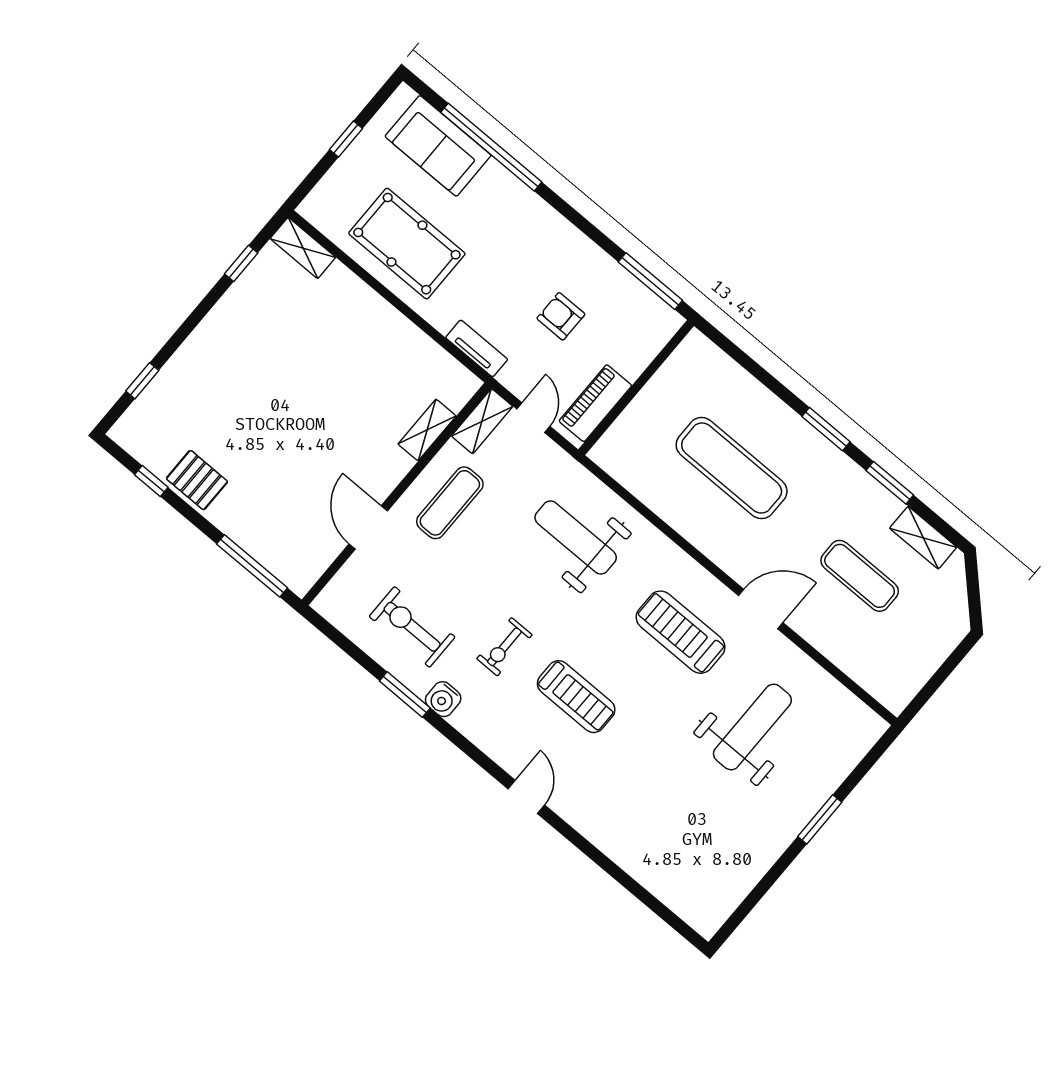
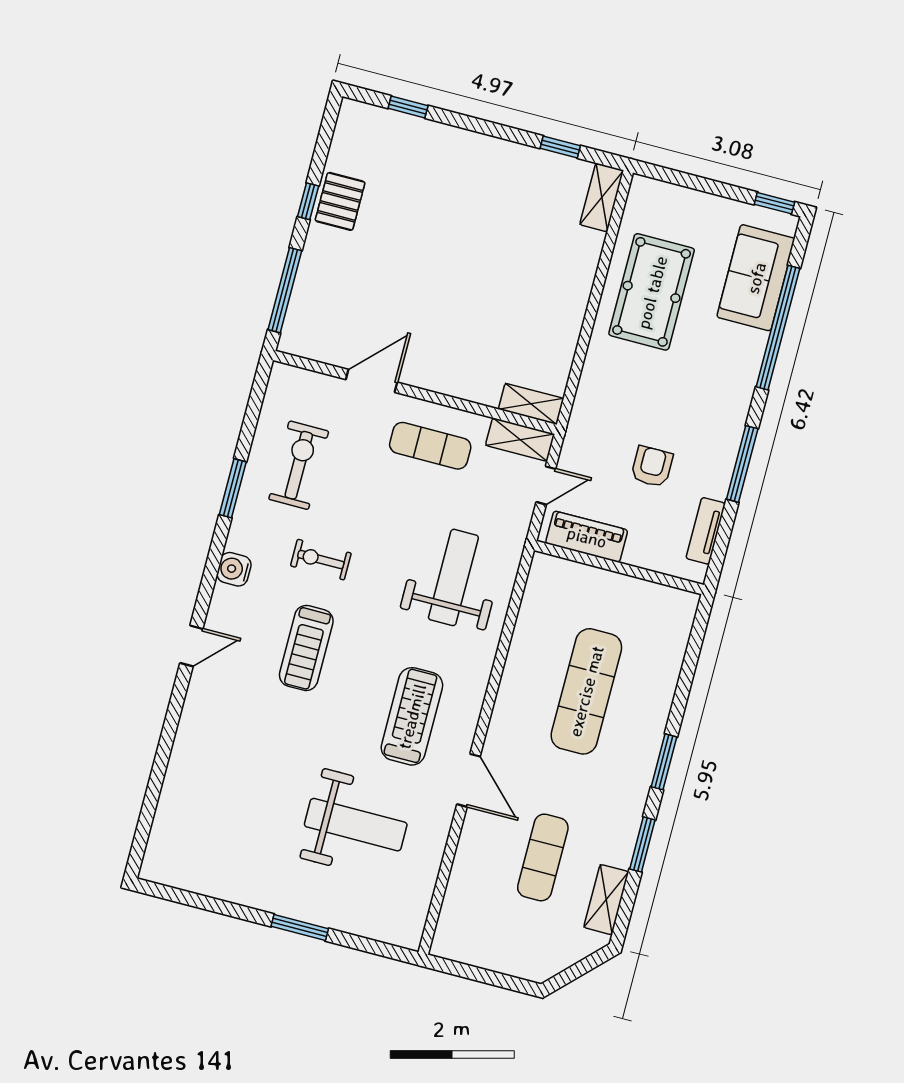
window: (346, 139) -> (774, 203), moved
window: (650, 281) -> (742, 464), moved
tv unit: (477, 348) -> (706, 531), moved, turned 180
shelving: (427, 430) -> (531, 404), moved
window: (151, 481) -> (308, 201), moved
water cooler: (443, 699) -> (234, 569), moved

